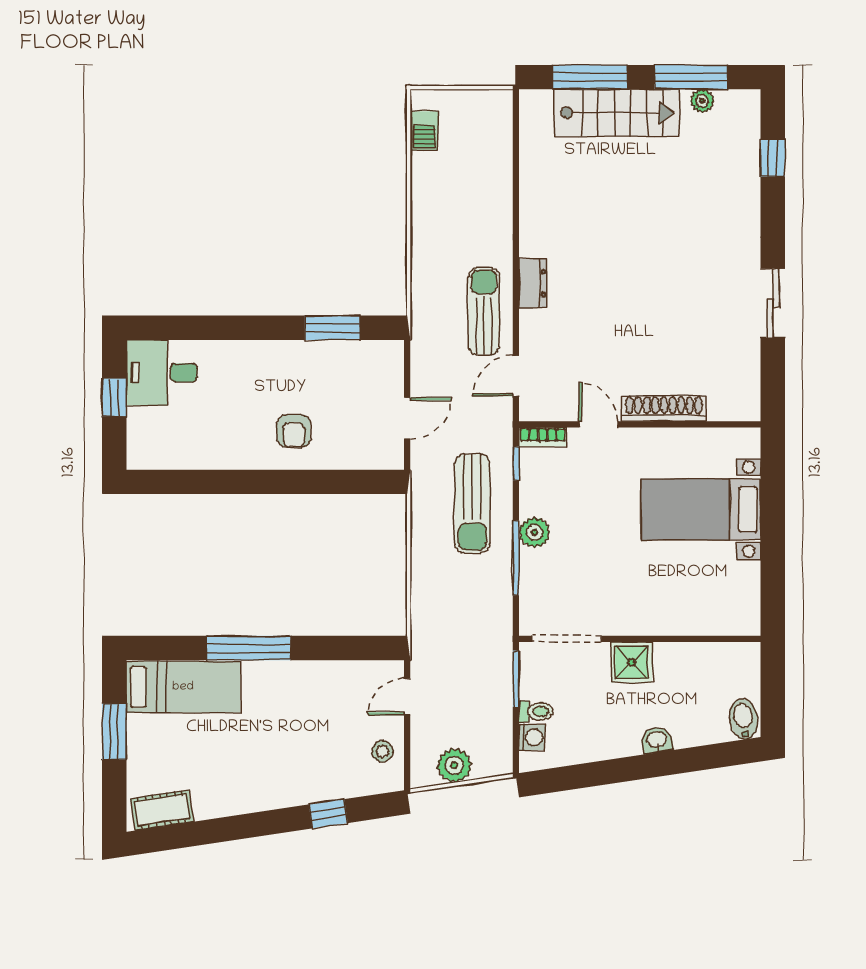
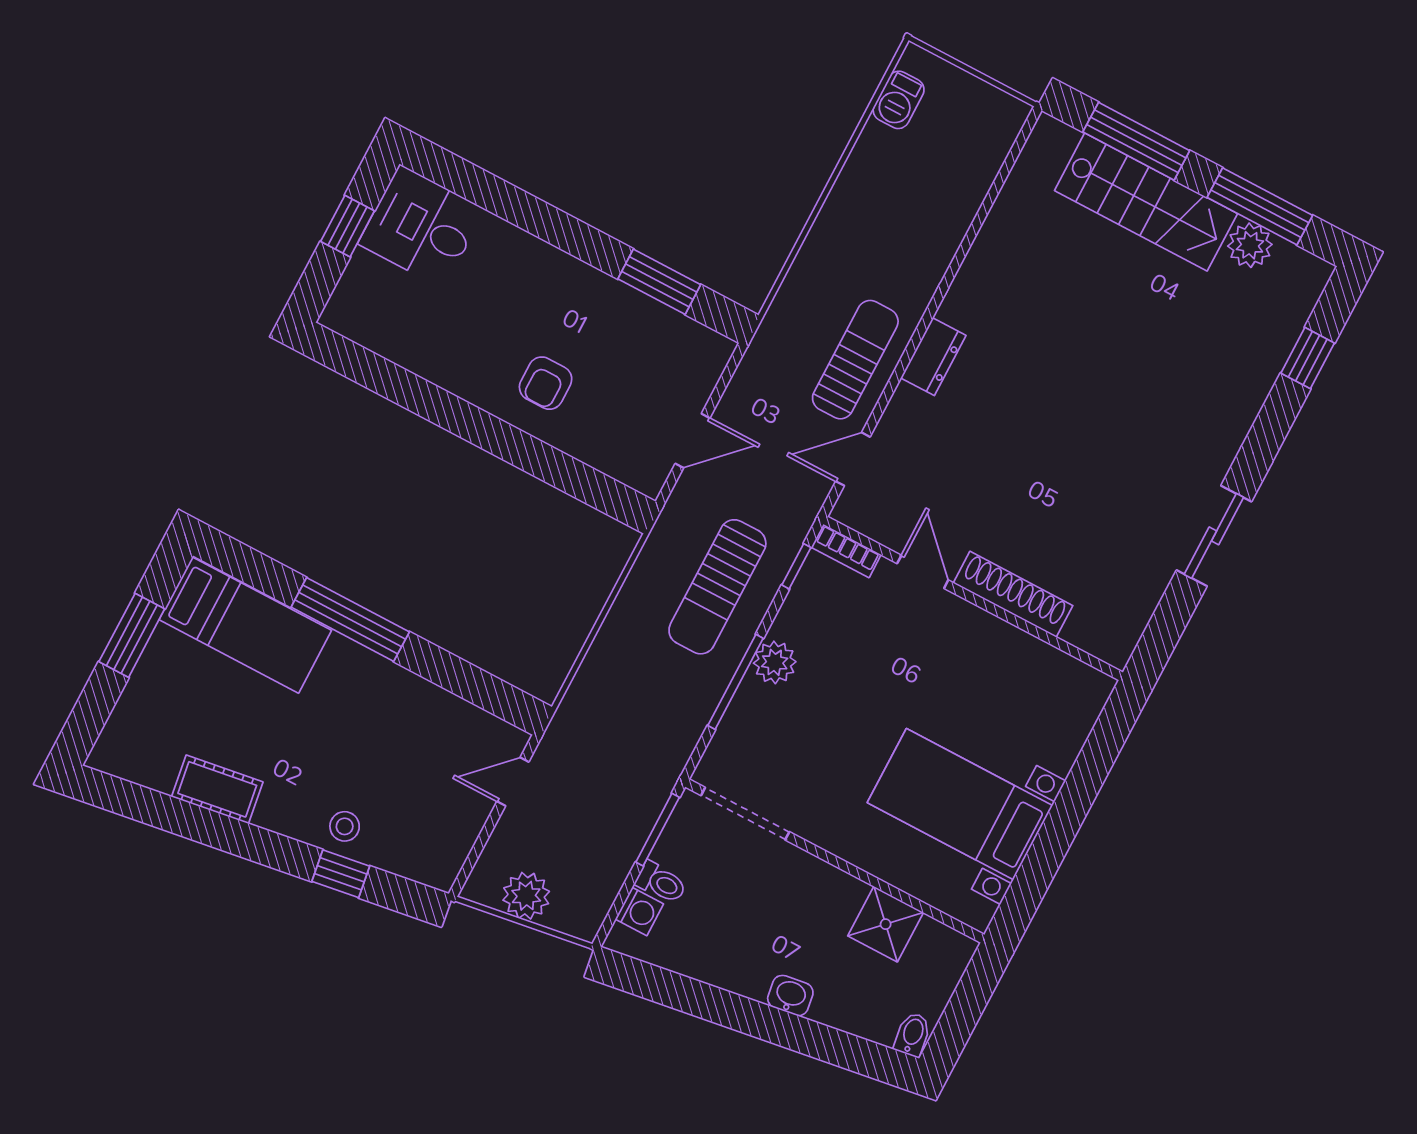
plant: (702, 101) -> (1250, 245), width x1.38, depth x1.38
bed with nightstands: (701, 509) -> (960, 804), moved
shower: (632, 662) -> (886, 924), moved
bidet: (743, 719) -> (912, 1034), width x0.72, depth x0.74
stool: (382, 751) -> (345, 826), moved
cot: (162, 810) -> (217, 789), moved

